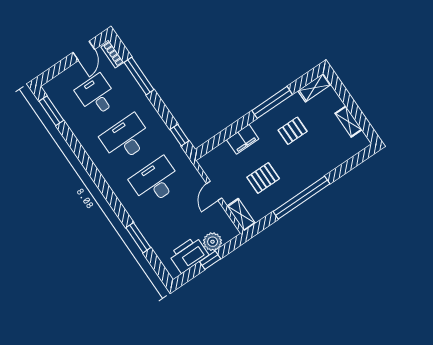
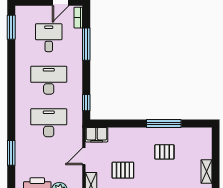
shelving: (314, 88) -> (199, 133), removed
filing cabinet: (243, 139) -> (97, 135), moved

